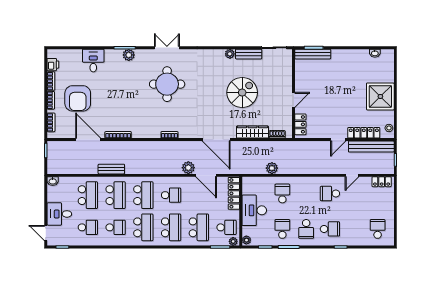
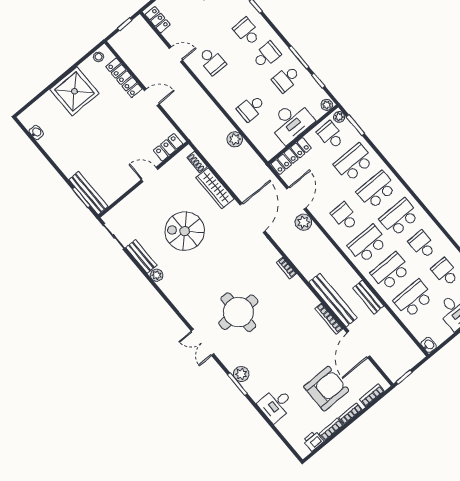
bench: (371, 147) -> (333, 300), moved

